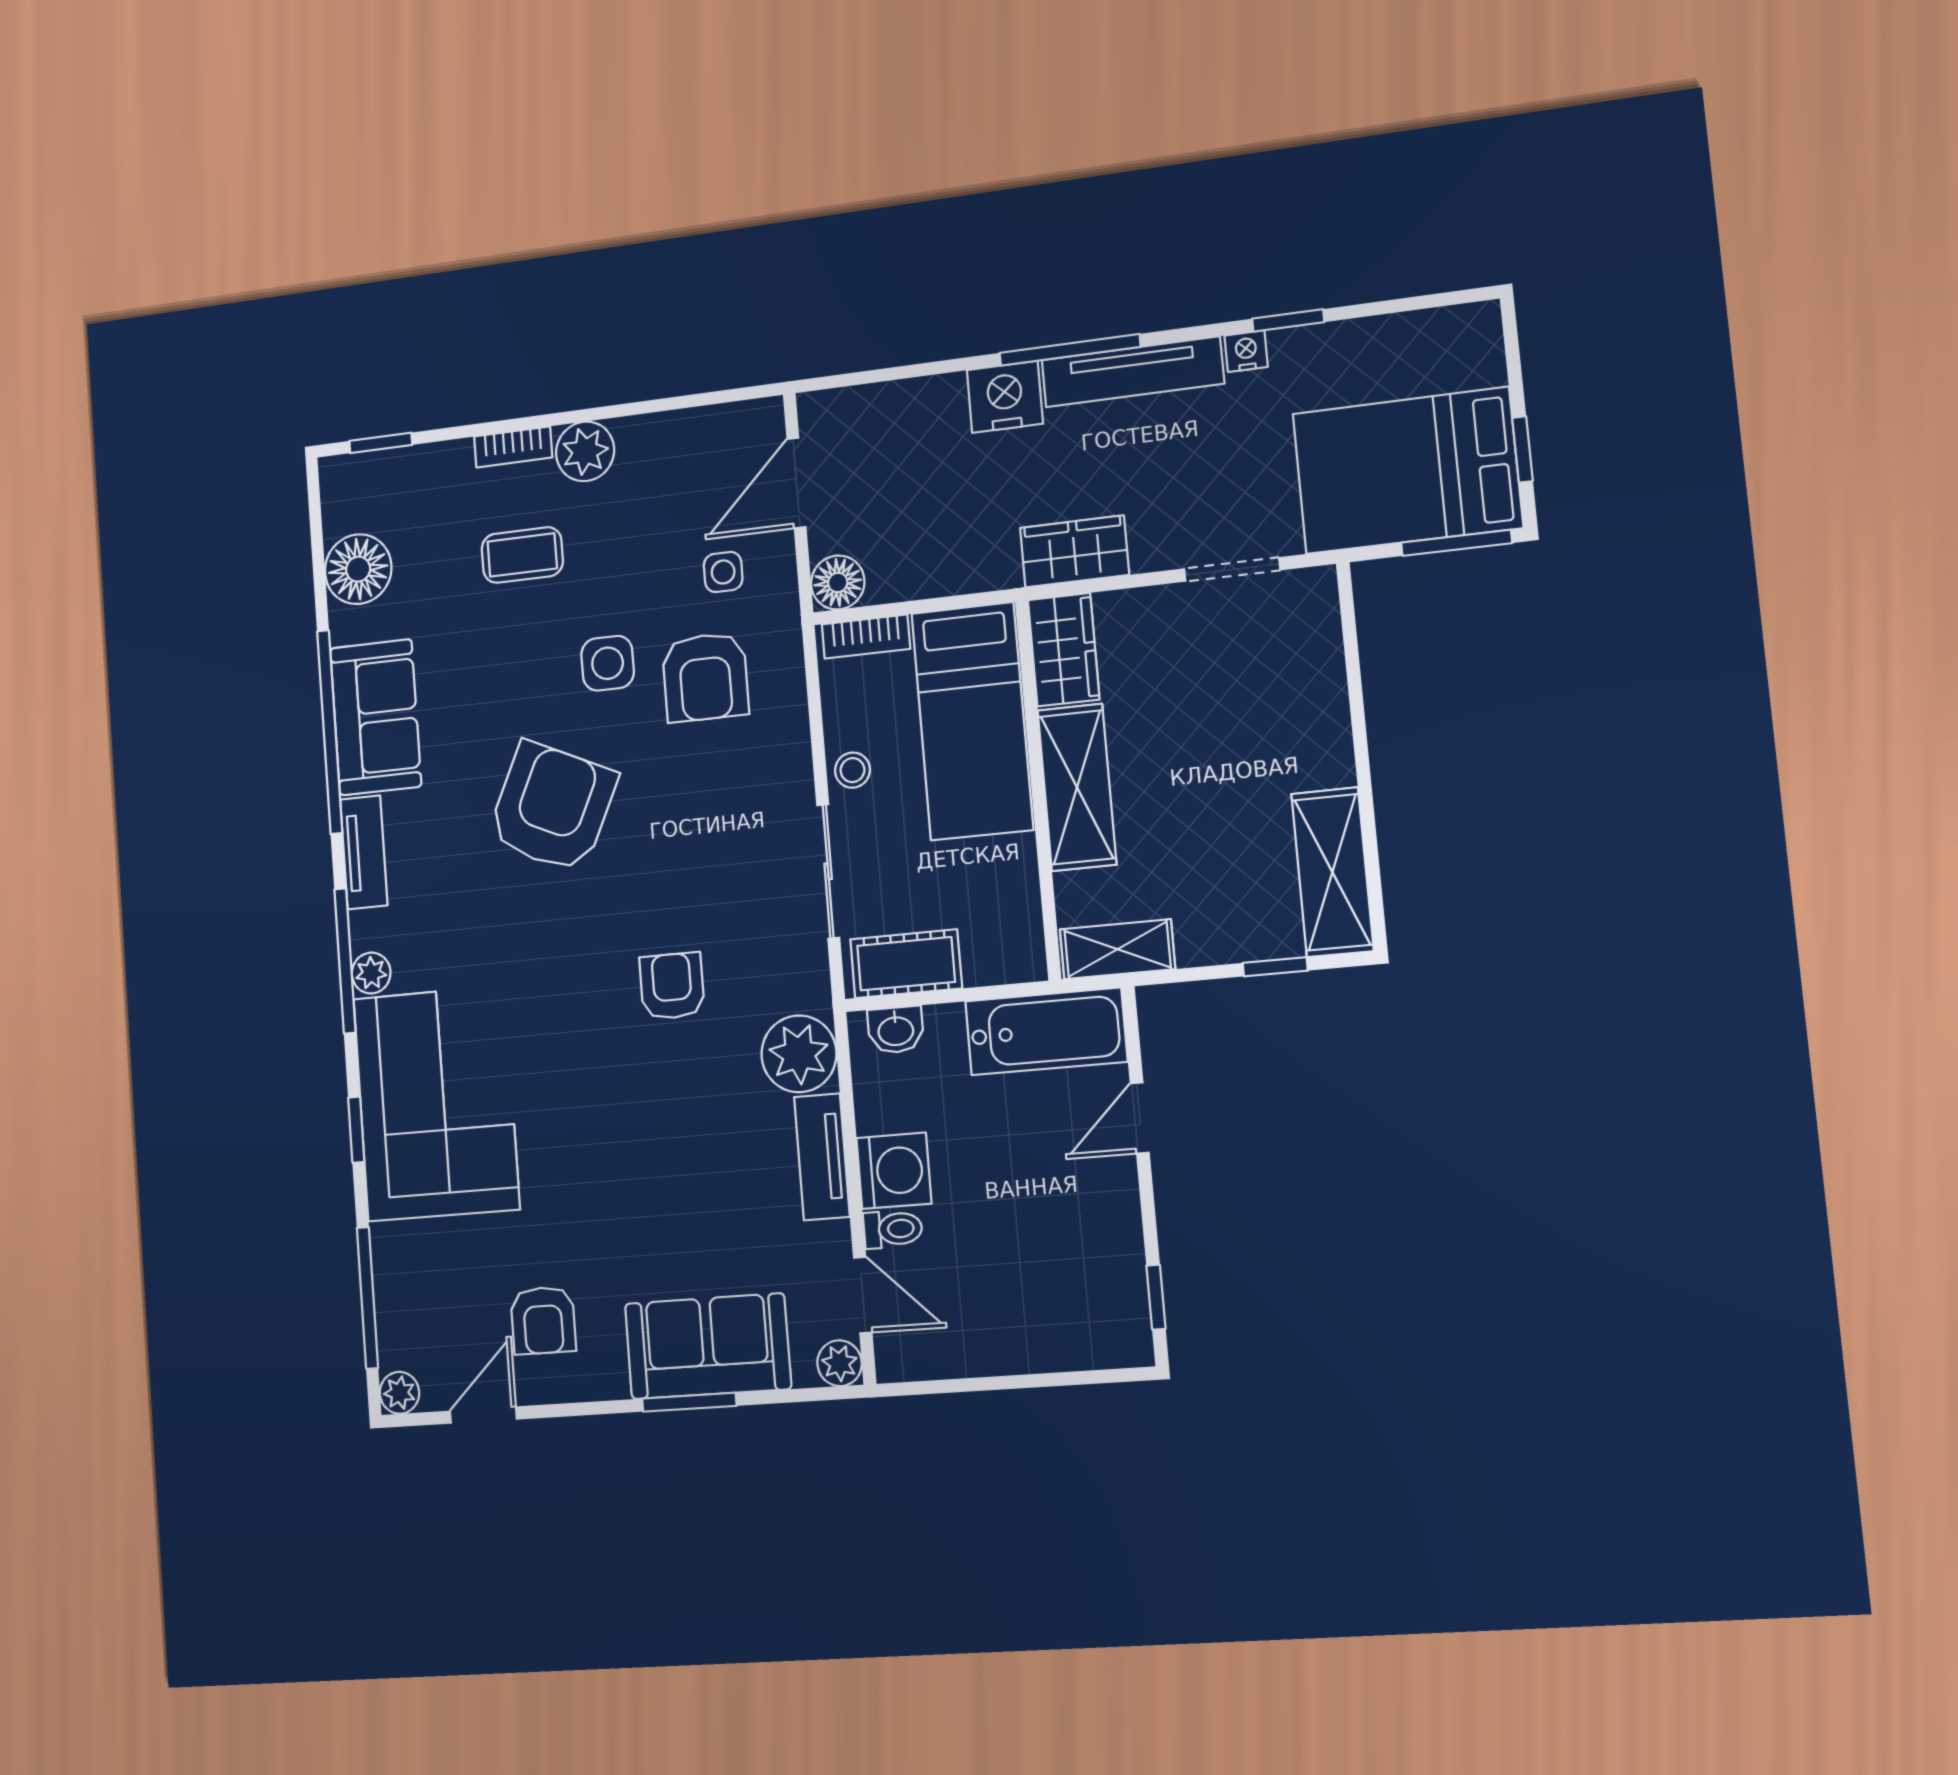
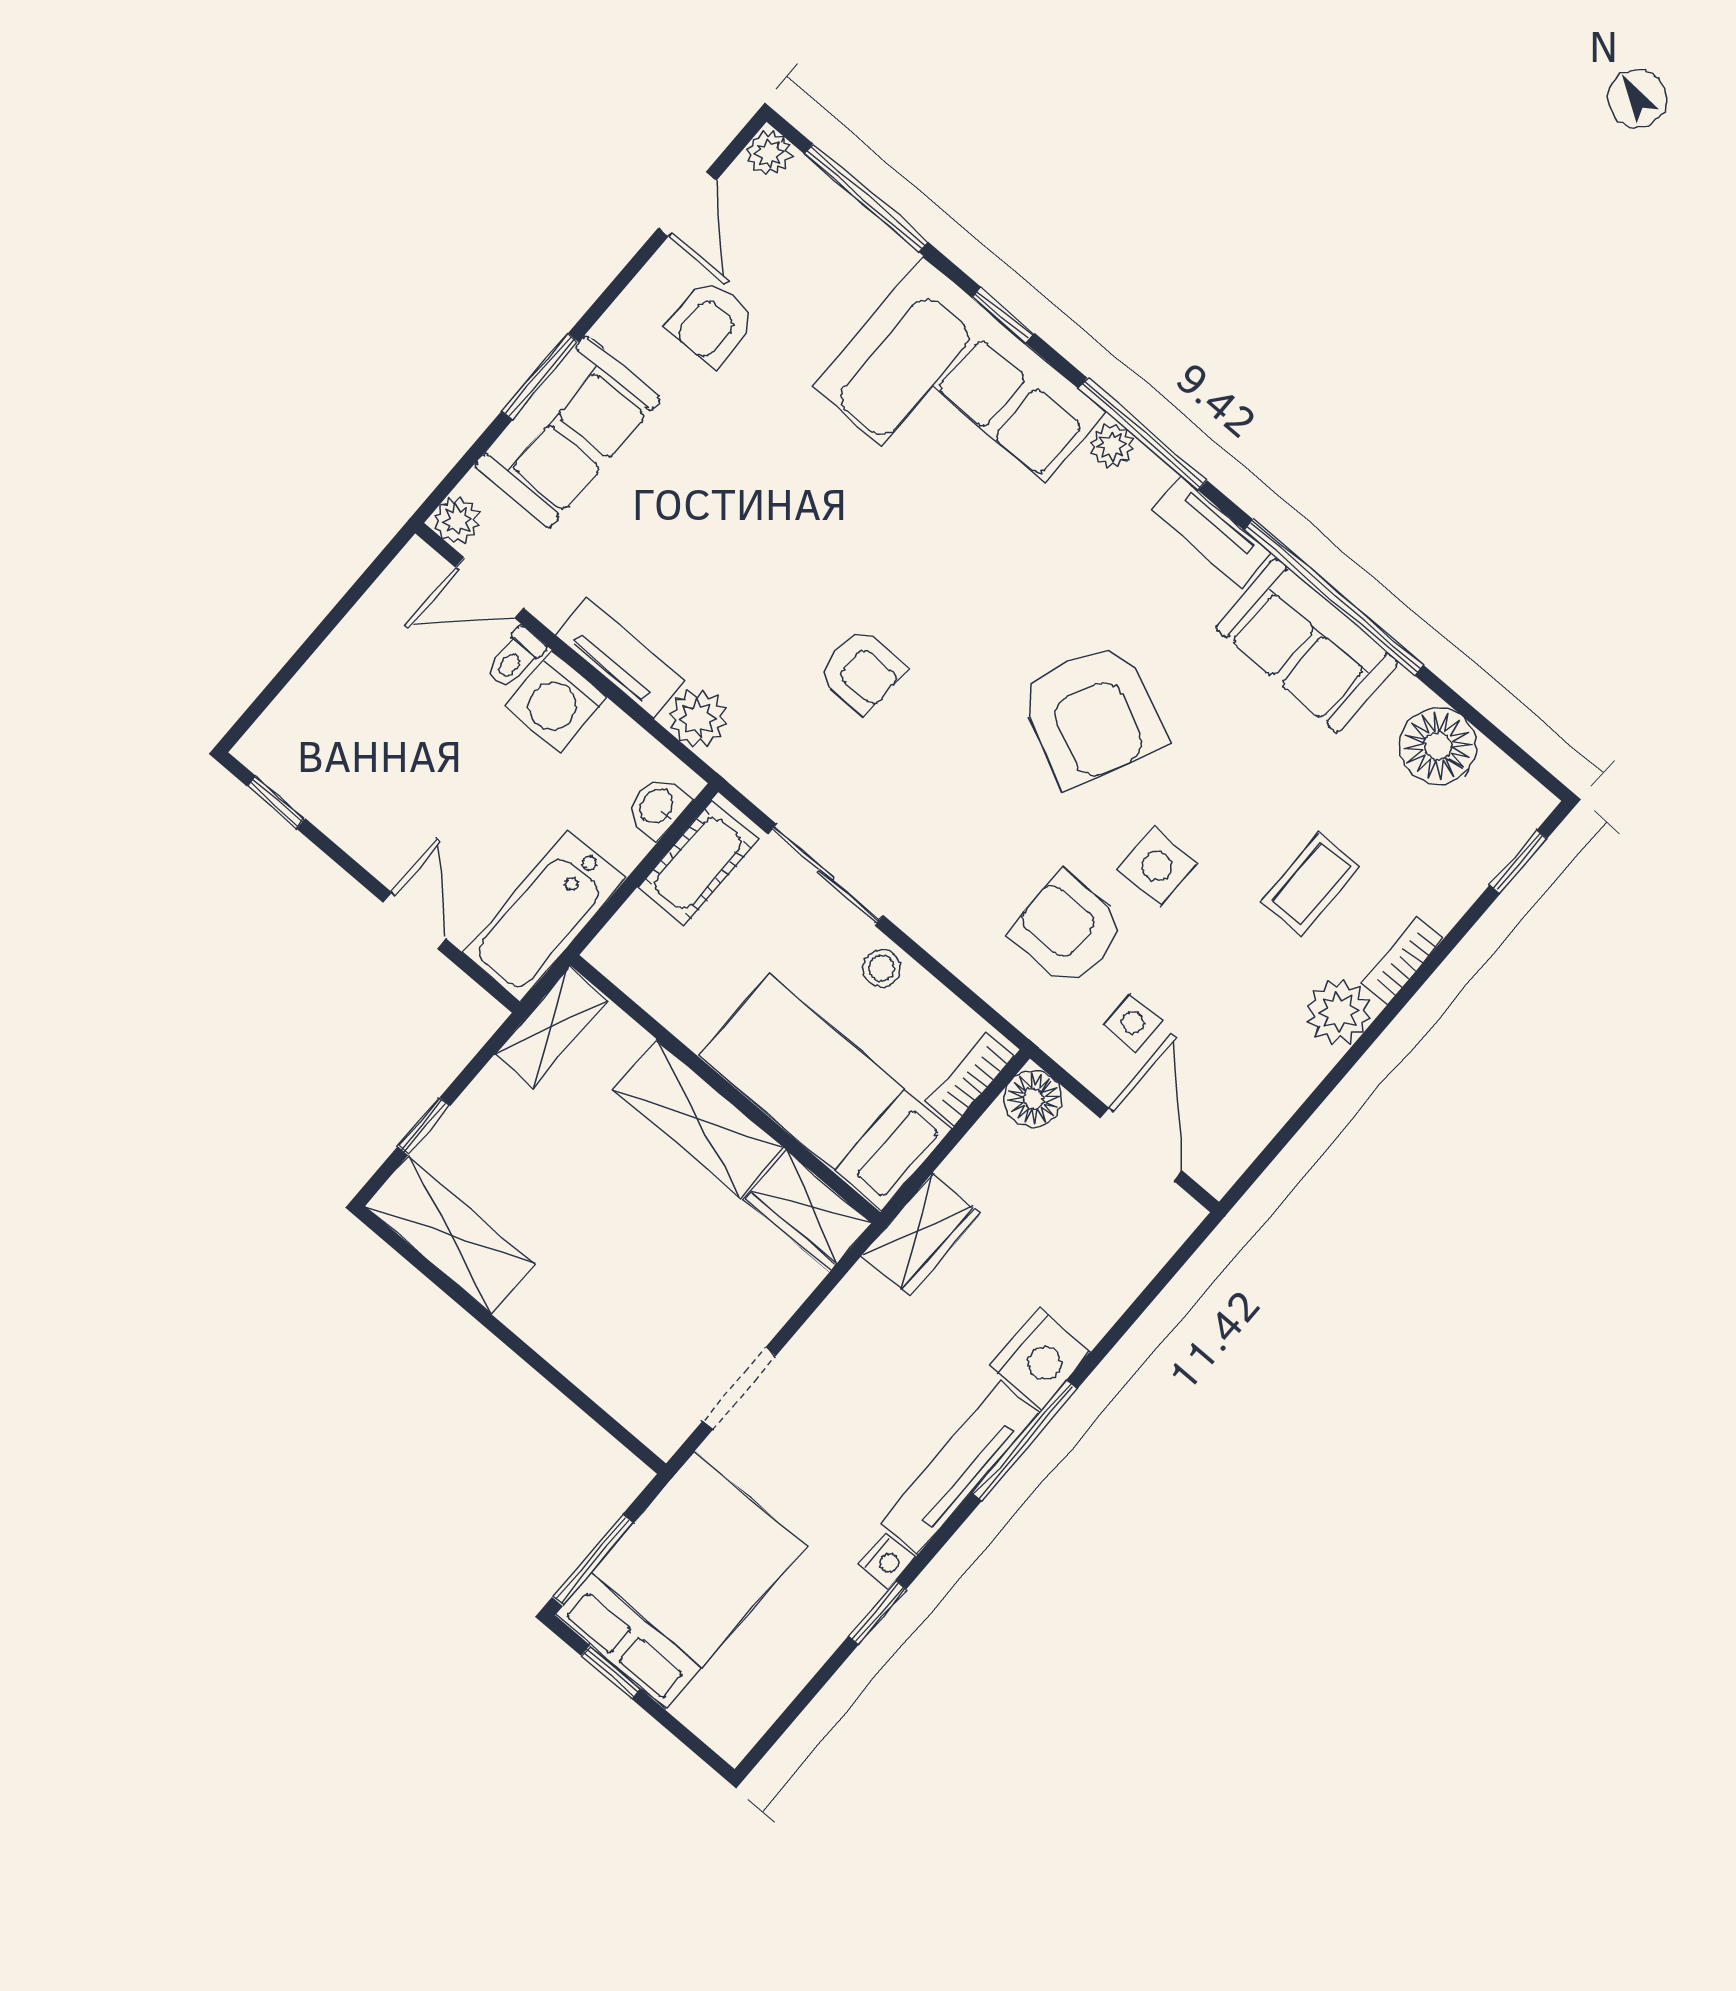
wardrobe: (1074, 551) -> (921, 1235), moved
plant: (799, 1054) -> (698, 718), width x0.73, depth x0.73
armchair: (543, 1320) -> (712, 322), turned -90

